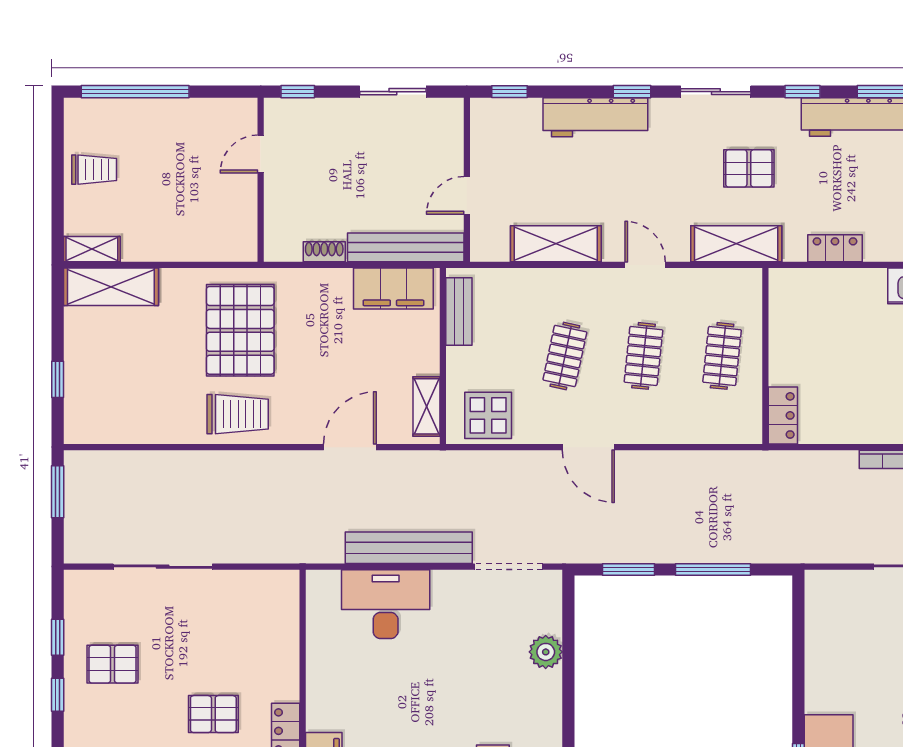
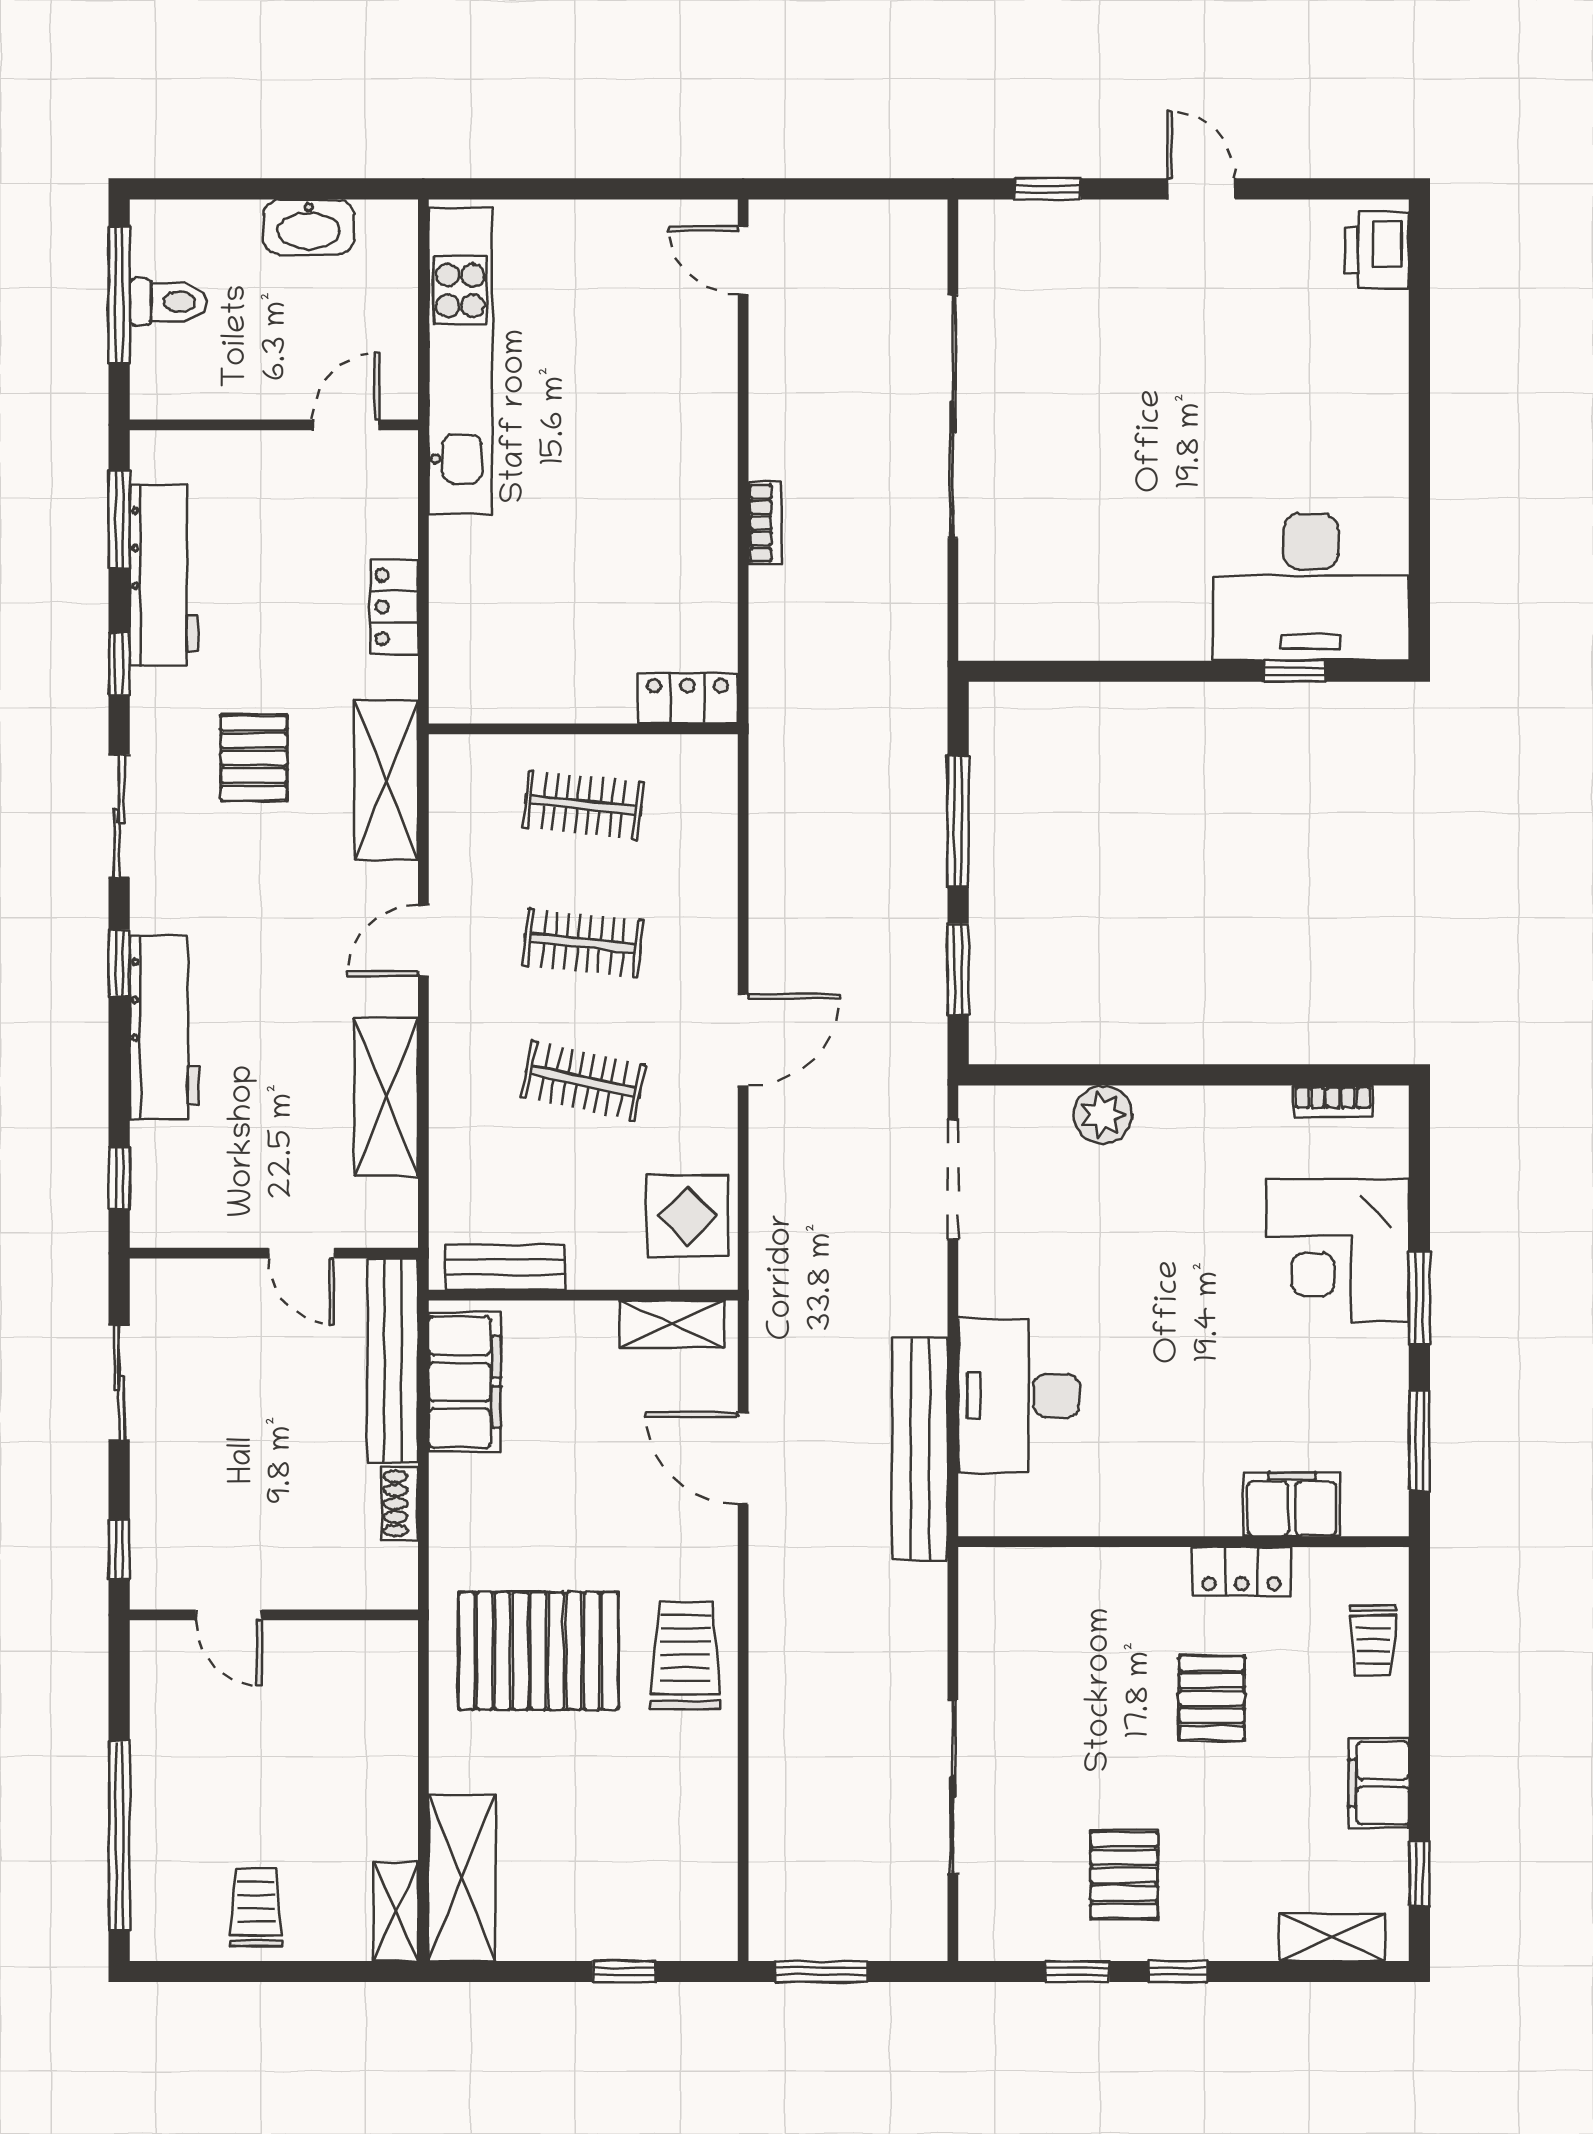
bench: (409, 548) -> (920, 1449), moved

